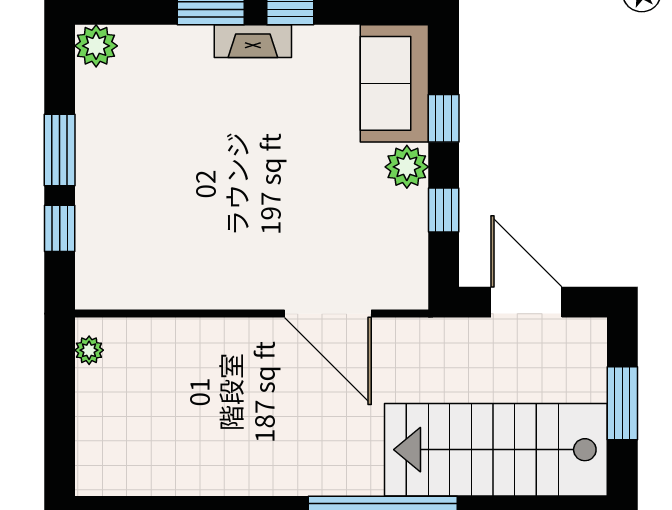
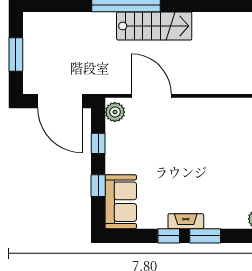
plant: (407, 167) -> (115, 112), moved
door: (526, 302) -> (60, 101), width x1.36
stairs: (496, 450) -> (154, 26), moved, width x0.73, depth x0.66

